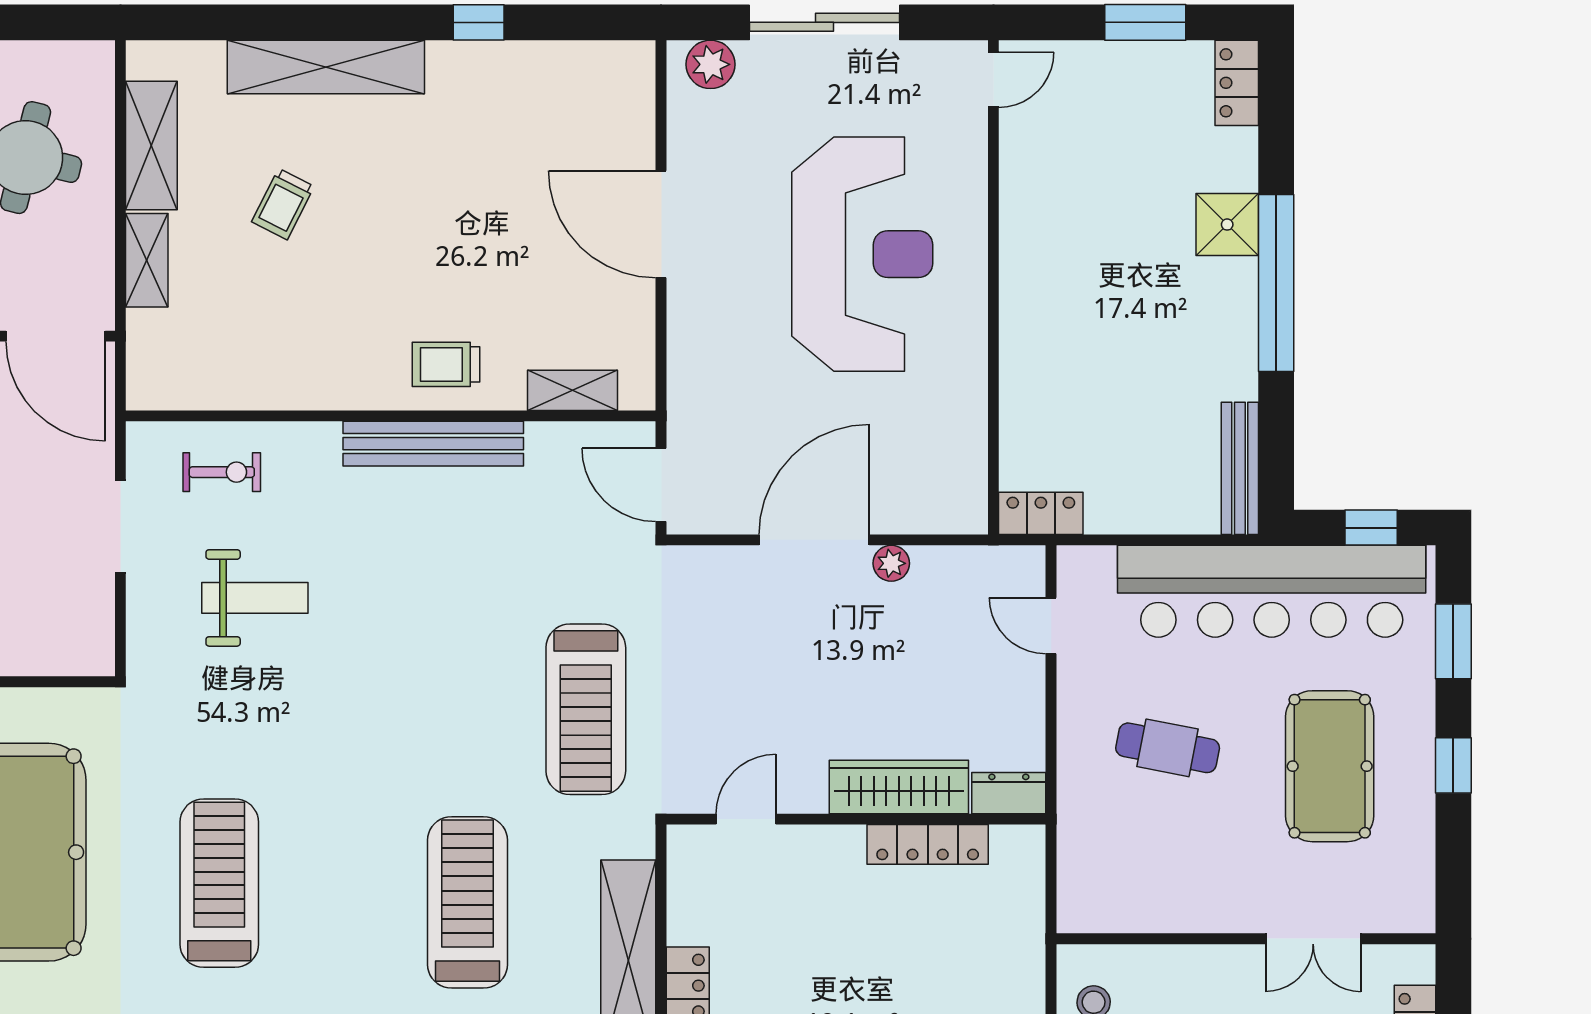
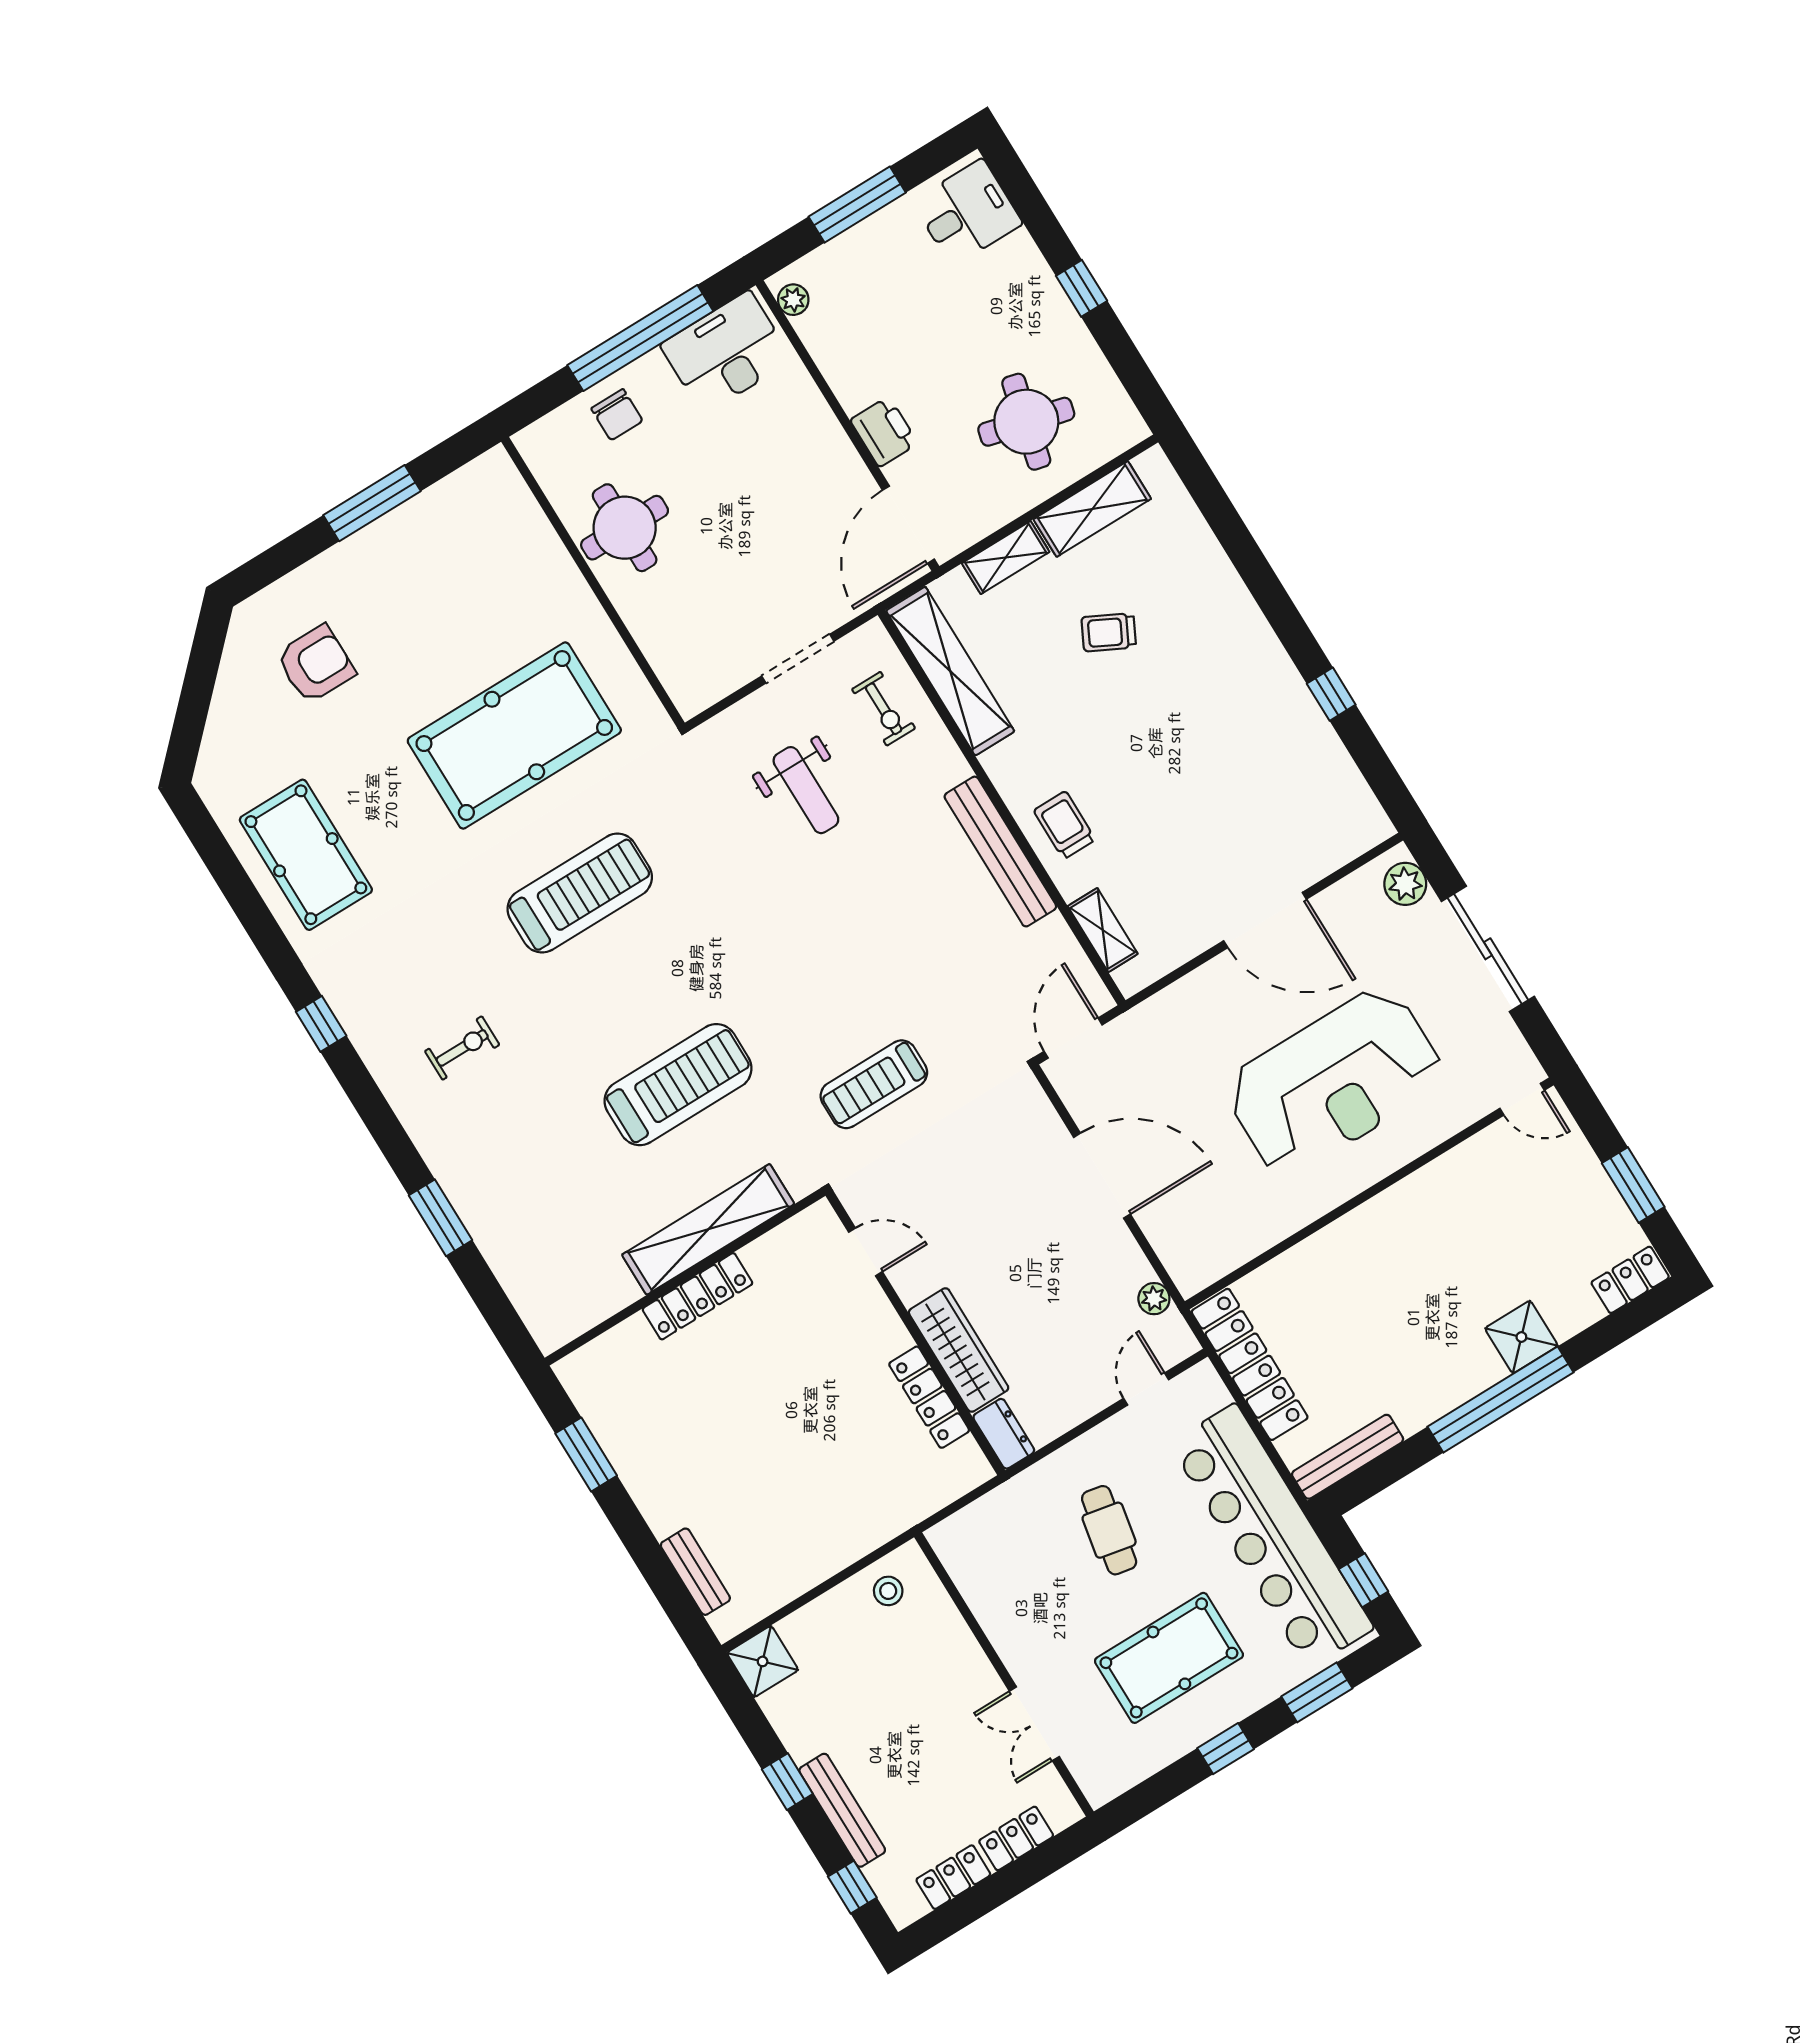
shelving: (326, 67) -> (950, 671), moved
door: (661, 224) -> (1265, 920), swing flipped
locker: (1041, 513) -> (1250, 1364), width x2.16, depth x1.21
plant: (891, 563) -> (1154, 1299), moved
treadmill: (586, 709) -> (874, 1084), width x0.73, depth x0.73

